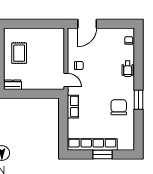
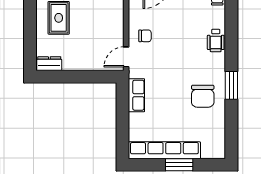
door: (66, 80) -> (126, 57), swing flipped
chair: (119, 107) -> (203, 96), turned 180

